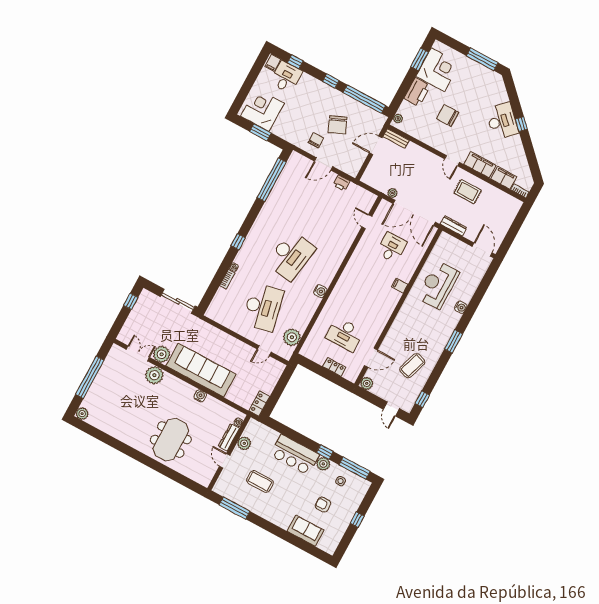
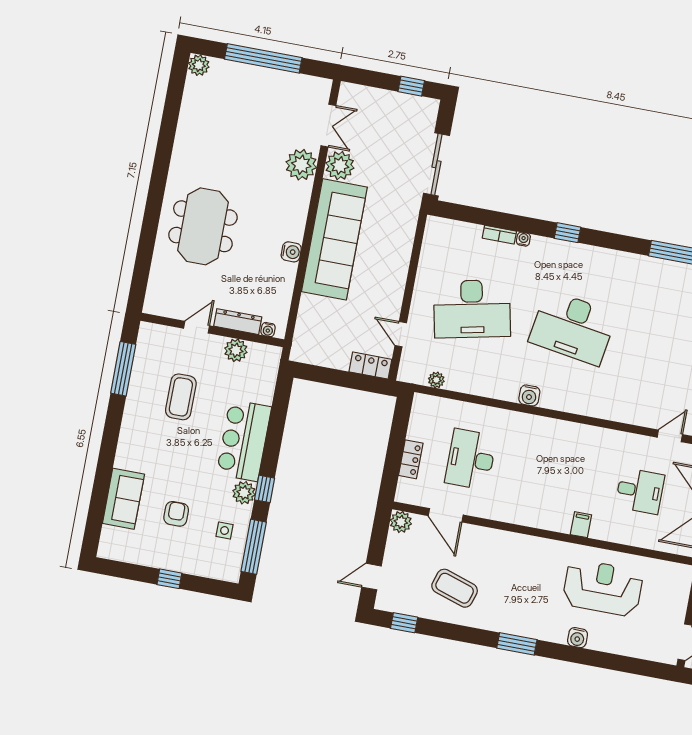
plant: (292, 337) -> (436, 380), width x0.53, depth x0.53
locker: (259, 404) -> (370, 366), moved
meeting table: (171, 440) -> (203, 226), turned 90

